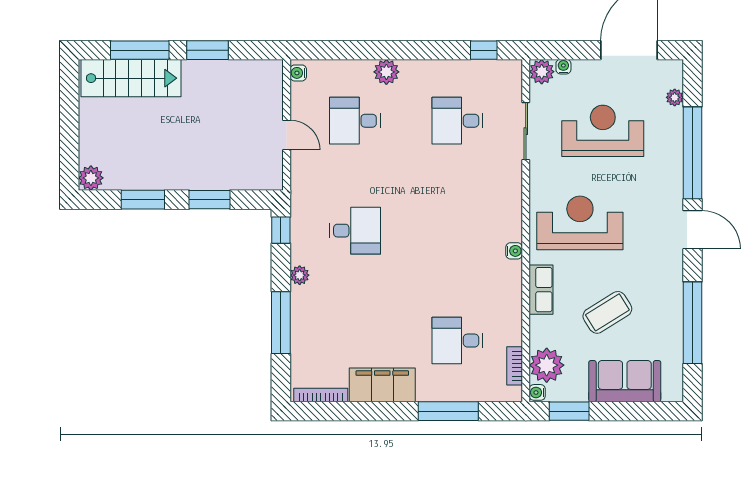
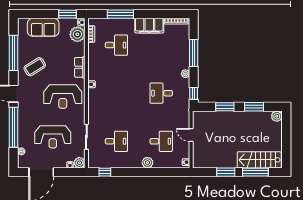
coffee table: (607, 312) -> (35, 67), moved

